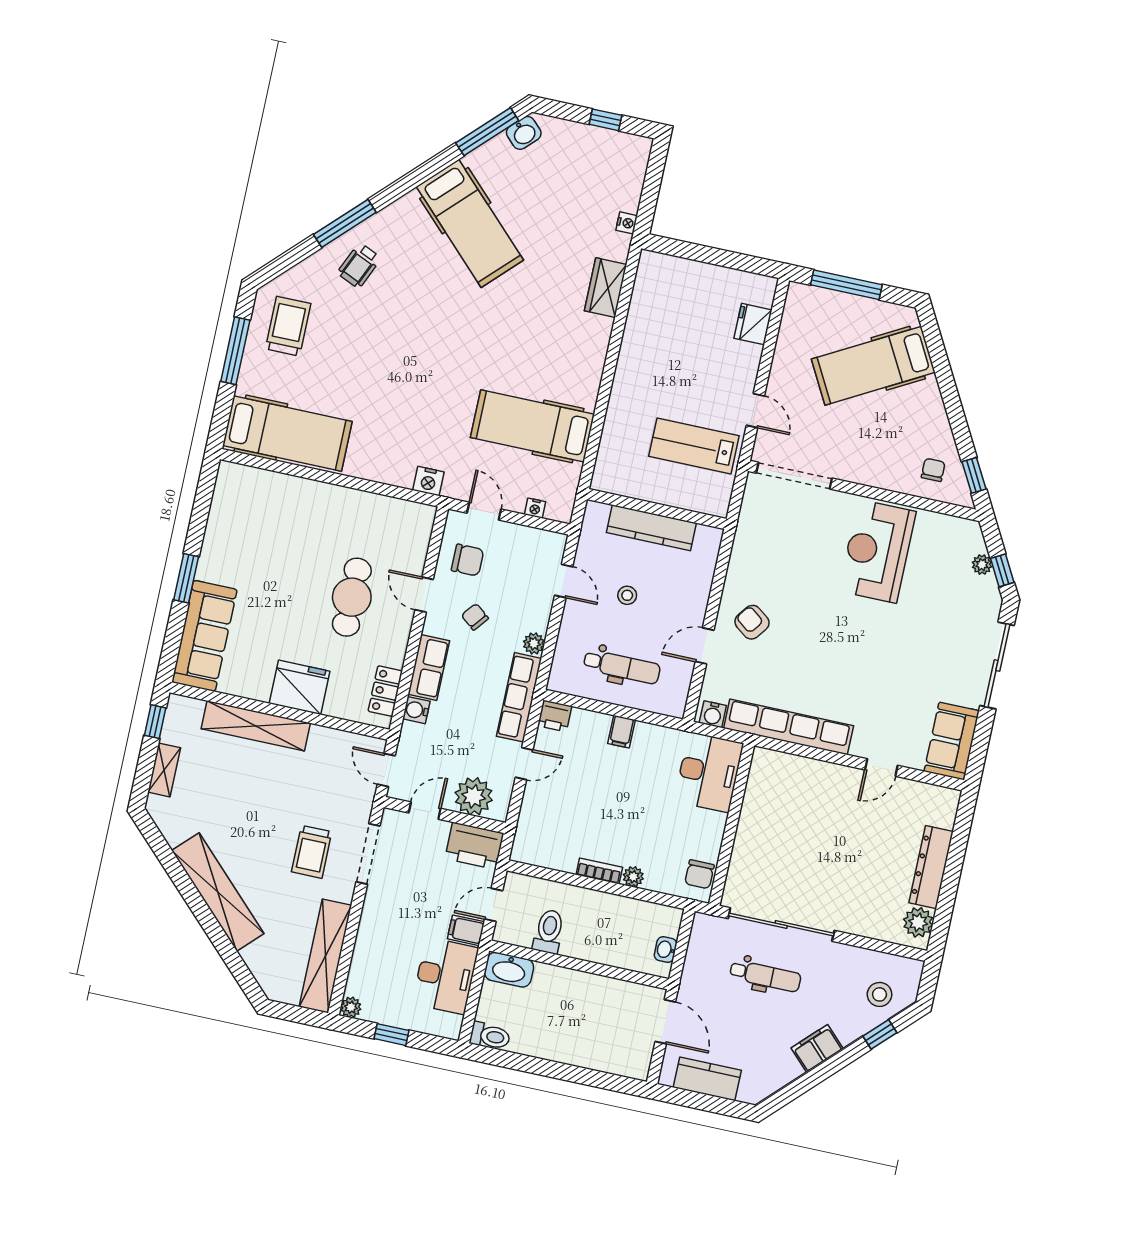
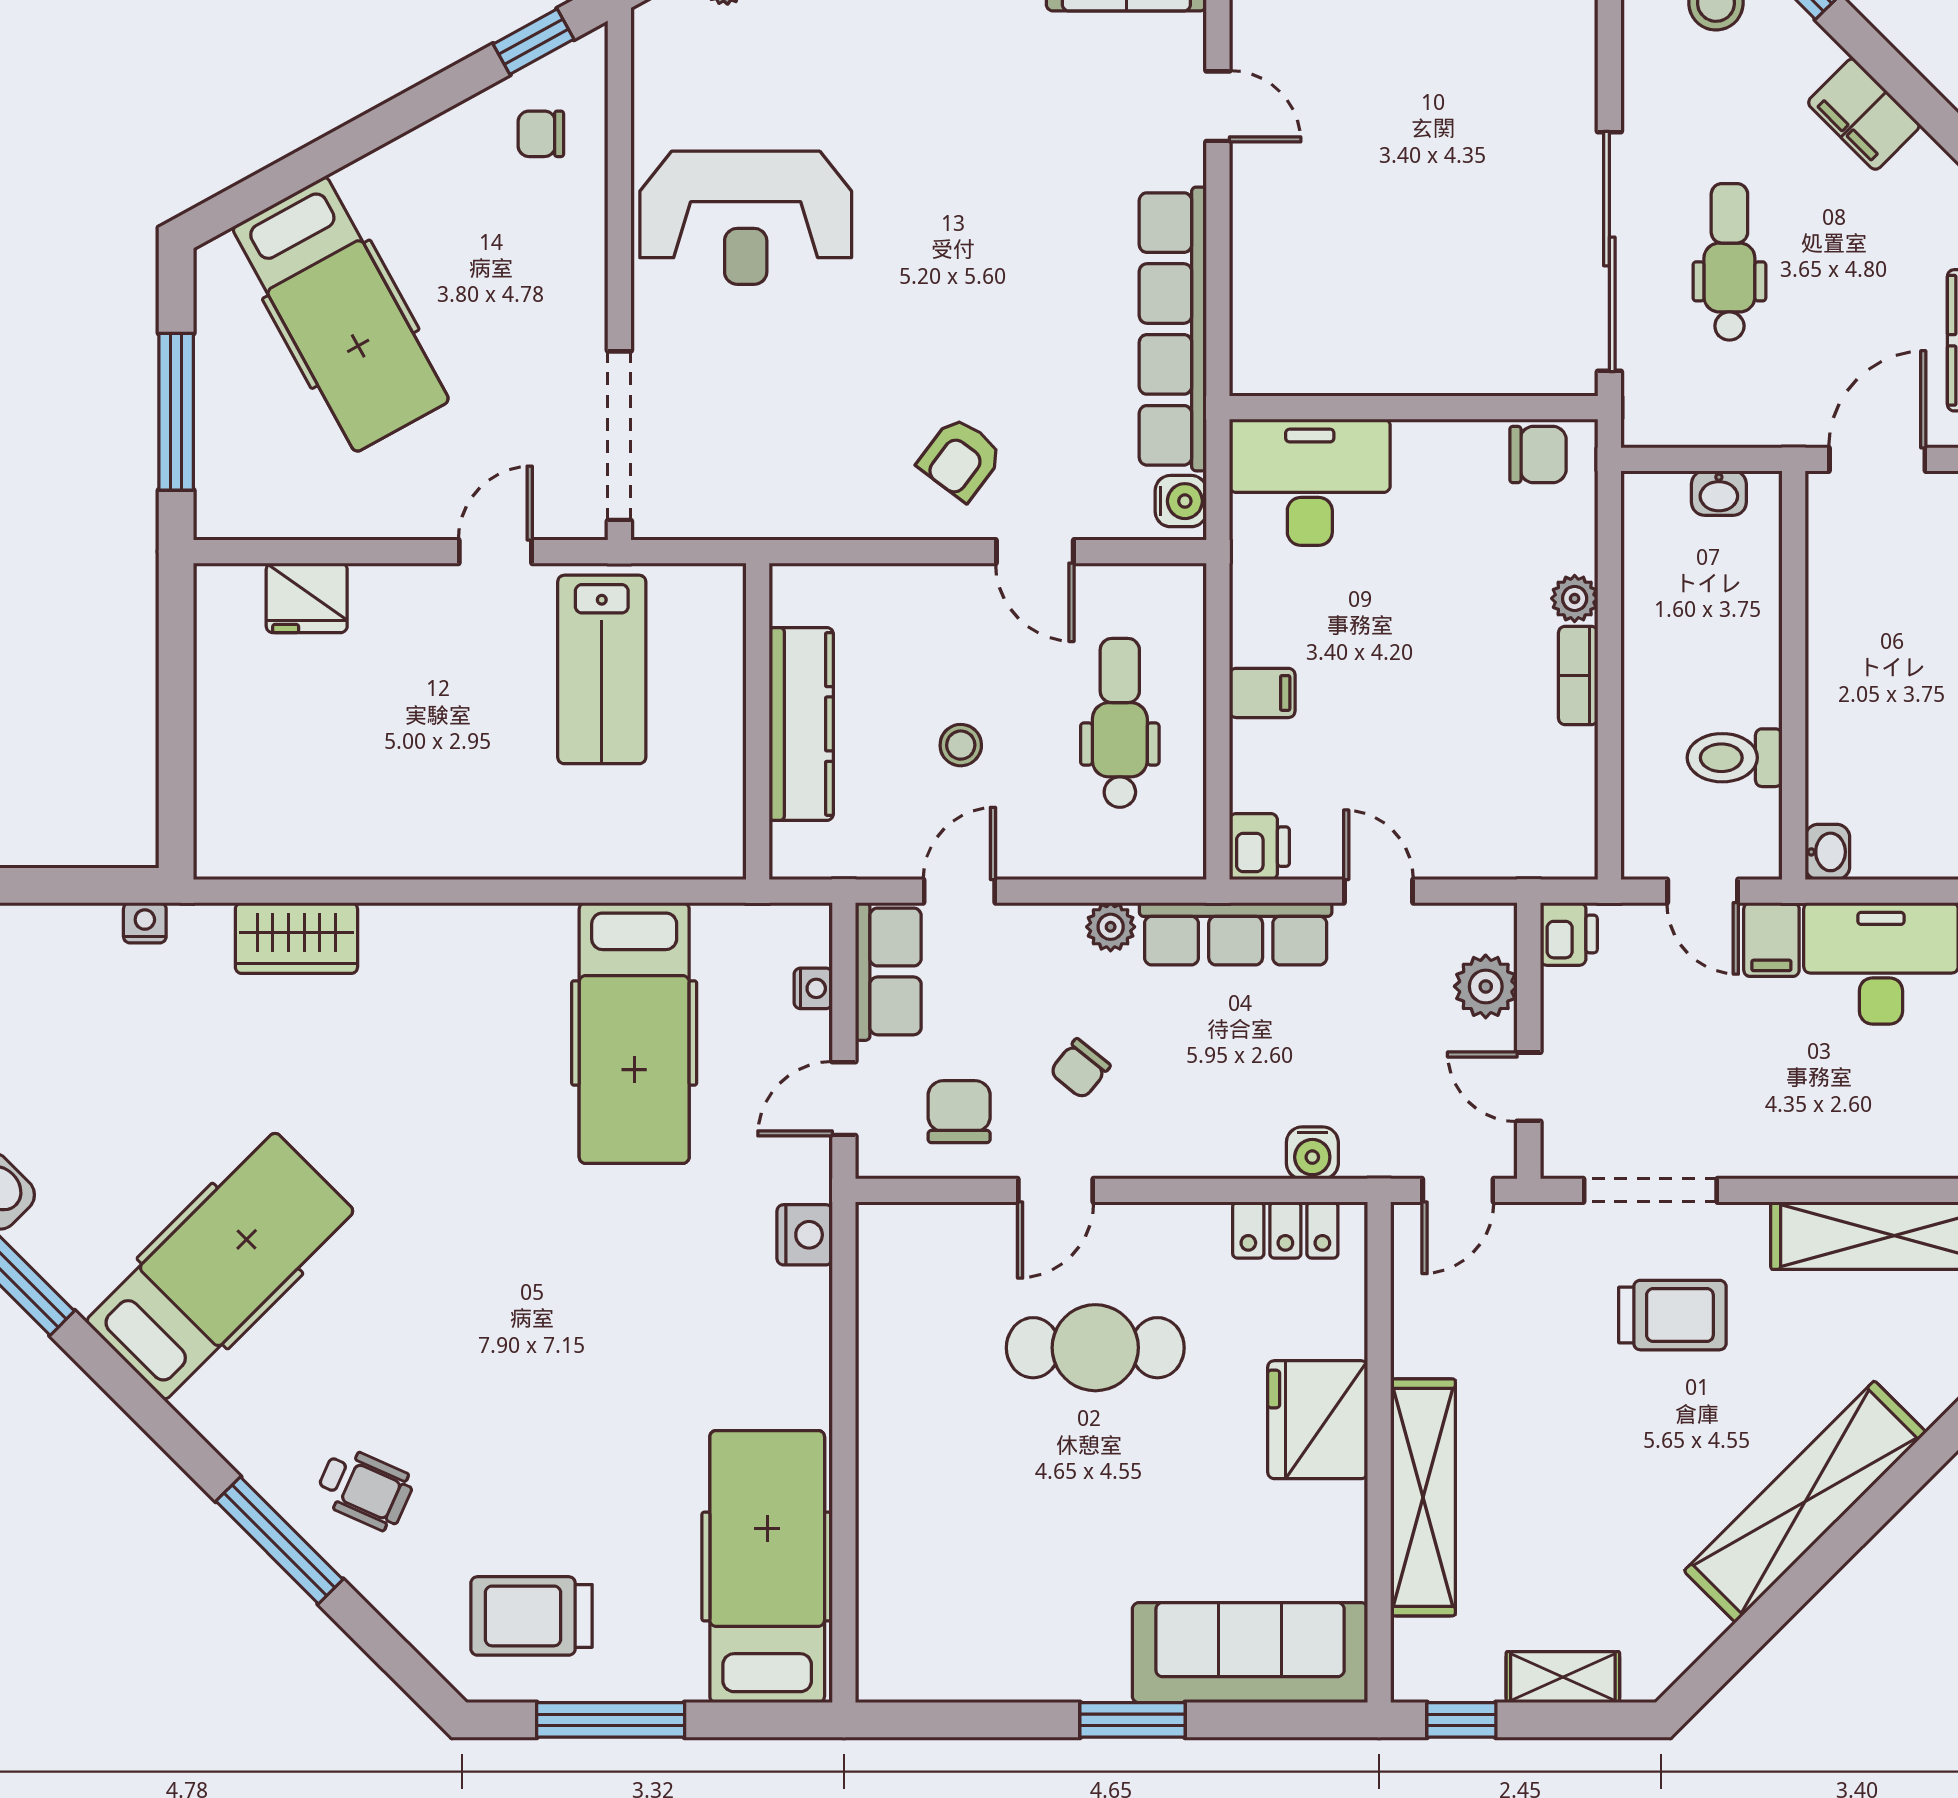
row of seats: (429, 667) -> (888, 971), moved, turned 90
plant: (474, 796) -> (1486, 986), width x0.73, depth x0.73
printer: (474, 846) -> (1569, 934), width x0.53, depth x0.68
washbasin: (509, 970) -> (1827, 852), width x0.52, depth x0.69

